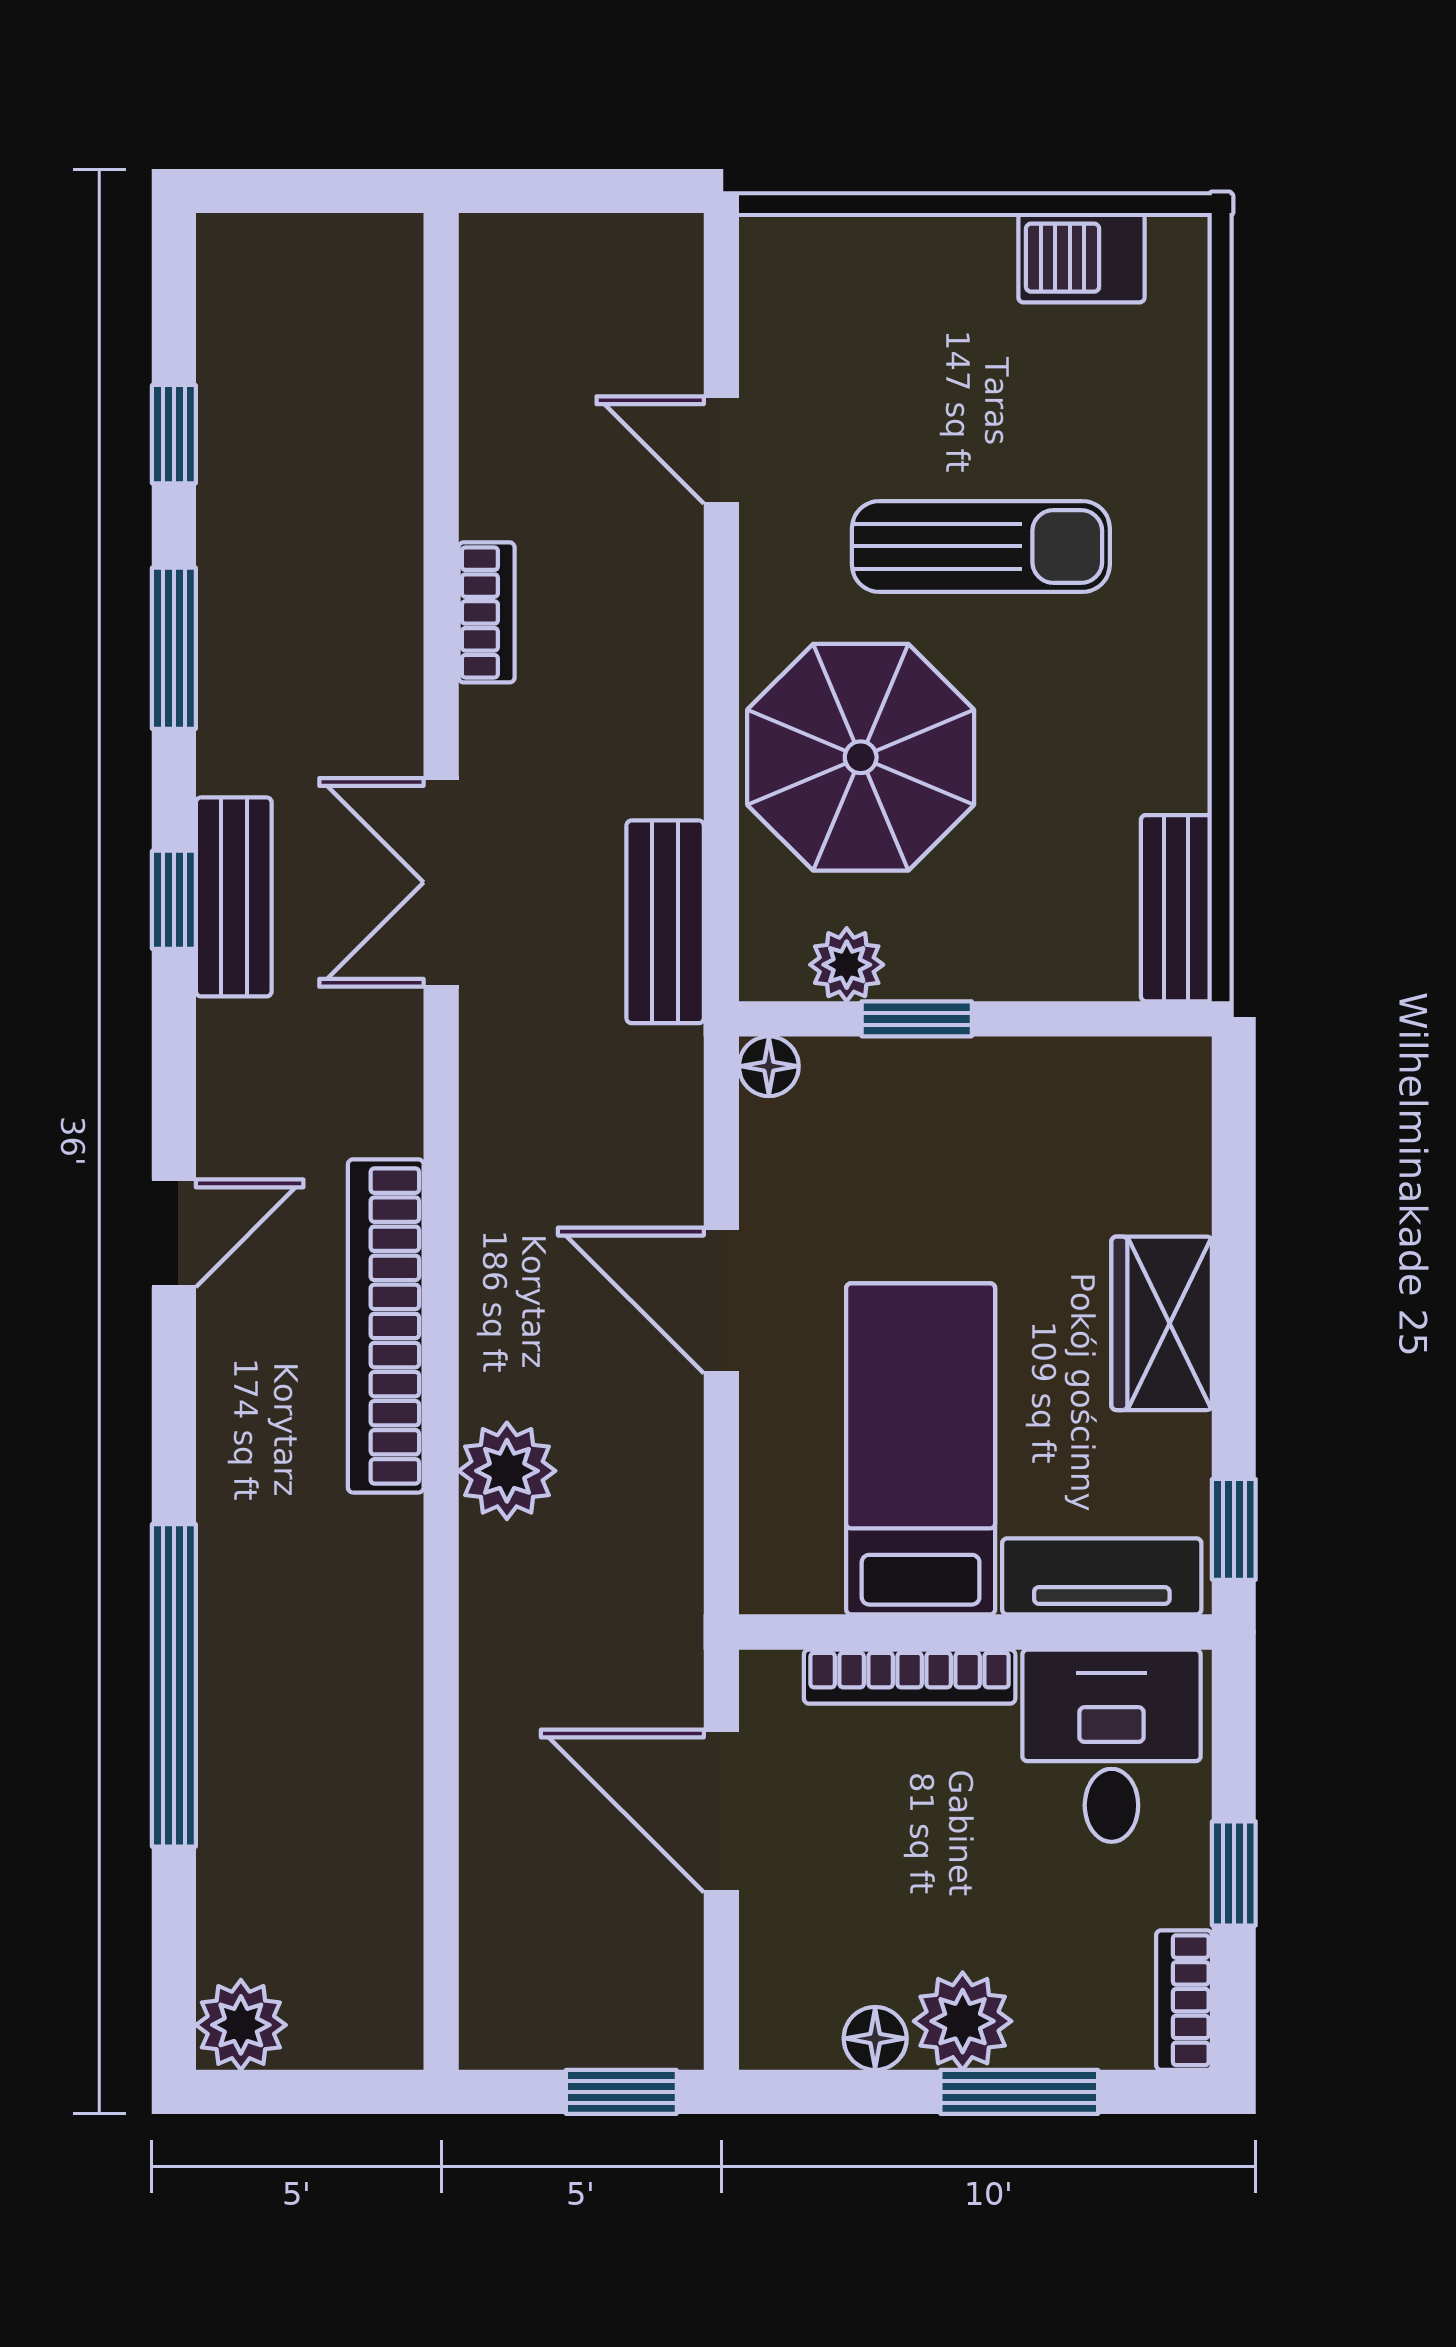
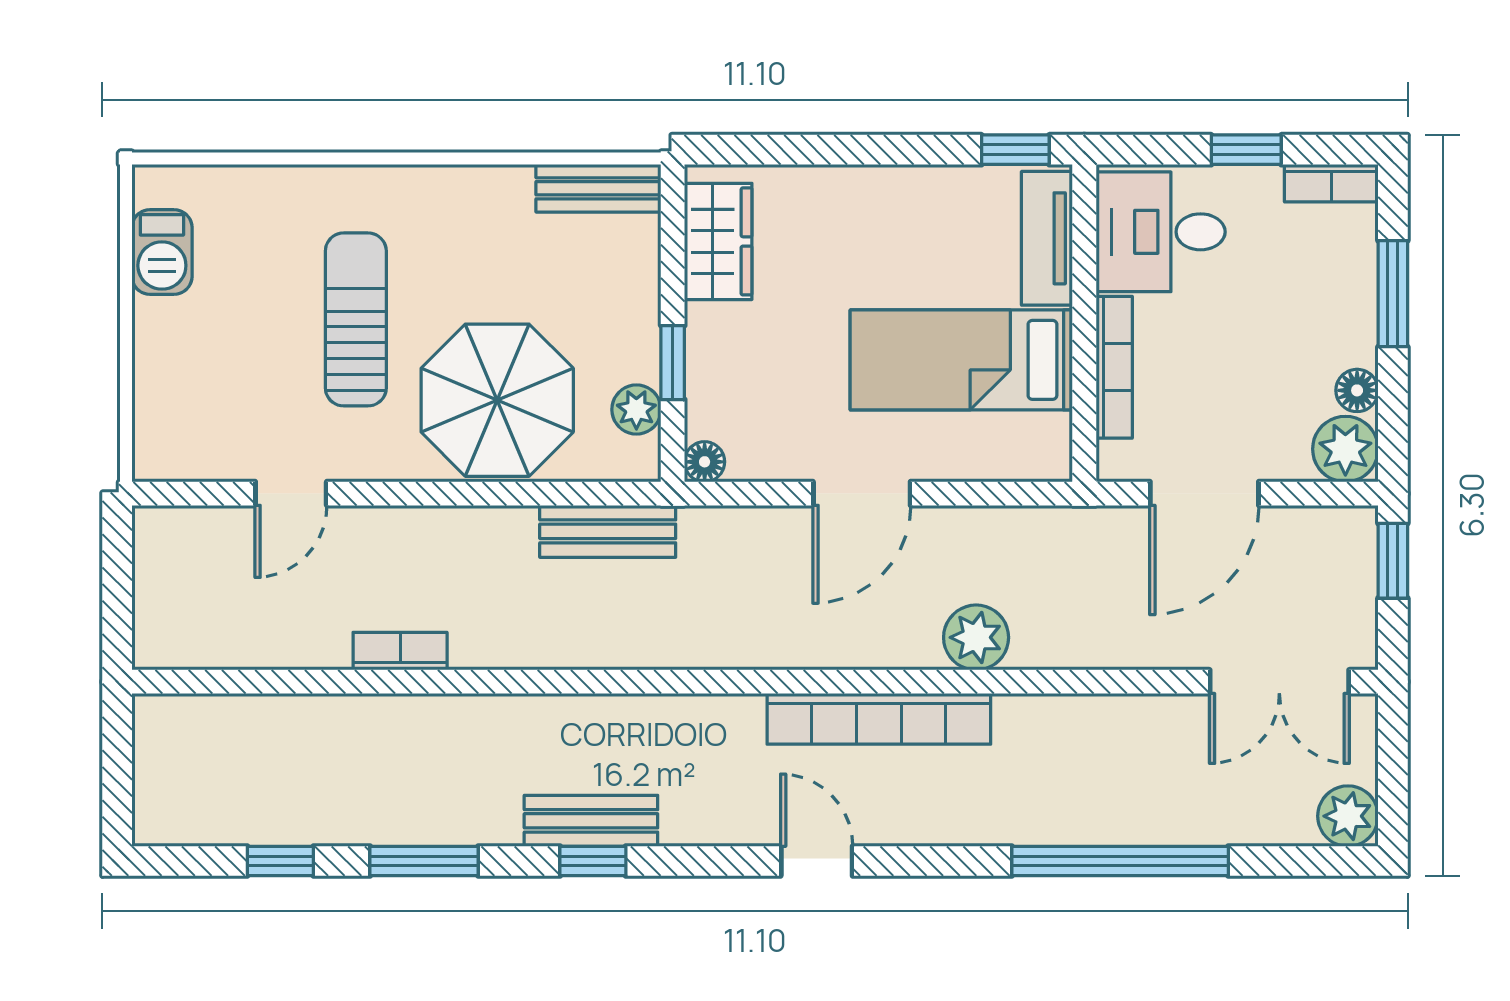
double door: (441, 882) -> (1279, 682), moved
wardrobe: (1162, 1323) -> (718, 241), moved, turned -90
plant: (963, 2021) -> (1345, 449), moved

